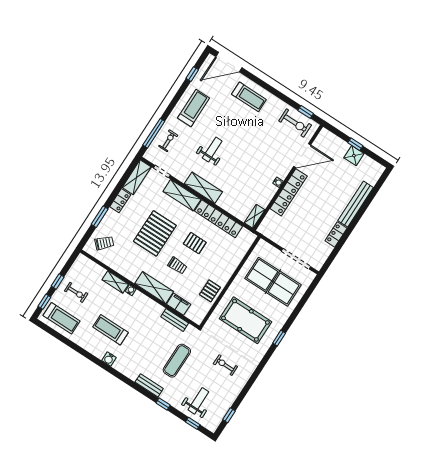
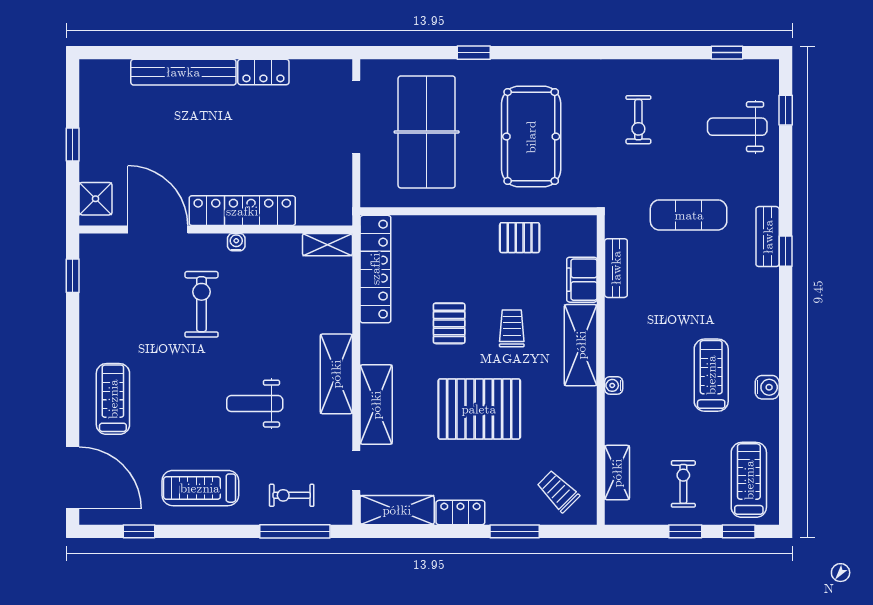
exercise bike: (295, 123) -> (202, 304), moved
shower: (354, 156) -> (96, 199), moved
locker: (219, 219) -> (375, 269), moved
shelving: (115, 282) -> (617, 473), moved
treadmill: (111, 330) -> (711, 375), turned 180
window: (279, 338) -> (474, 53), moved
water cooler: (109, 359) -> (767, 387), moved
window: (163, 404) -> (786, 251), moved

